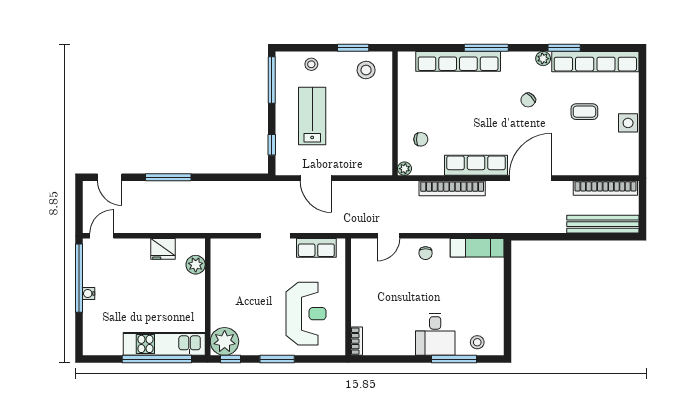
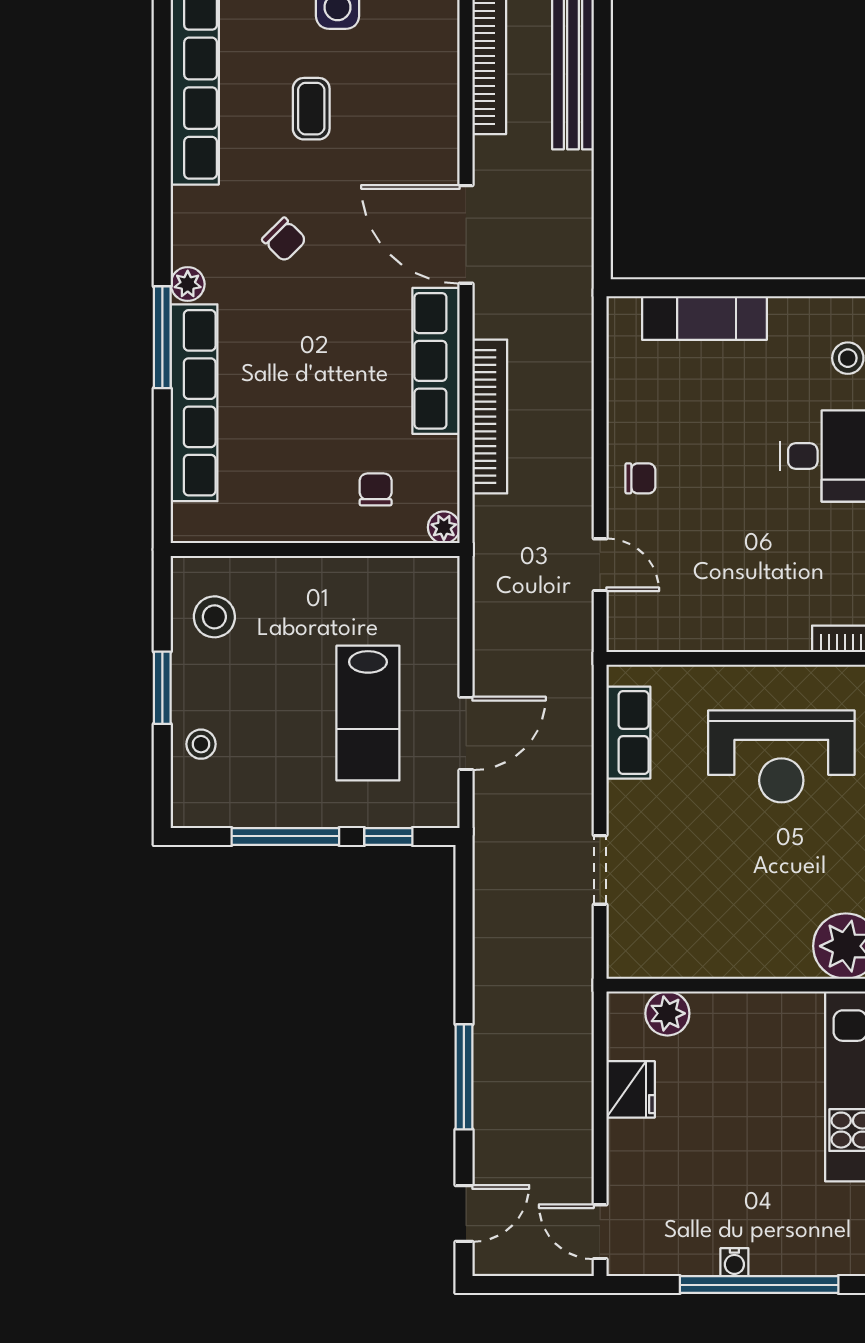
window: (353, 48) -> (162, 688), moved
window: (564, 48) -> (162, 156), removed
plant: (543, 59) -> (188, 284), moved
window: (272, 80) -> (285, 836), moved
lab bench: (312, 116) -> (368, 713), moved, turned -90
doorway: (275, 236) -> (600, 870), moved
exam couch: (477, 248) -> (705, 318), moved, turned 90
window: (79, 278) -> (759, 1285), moved
reception desk: (306, 314) -> (781, 756), turned 180

